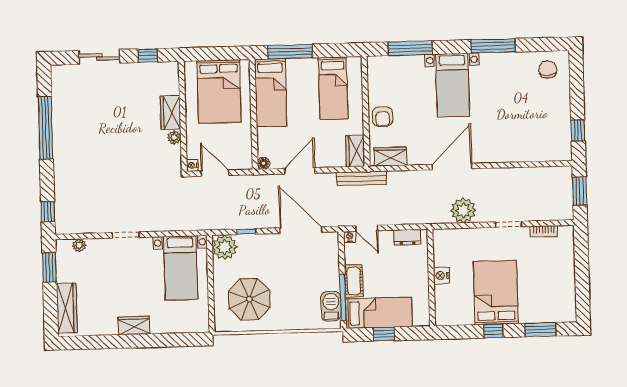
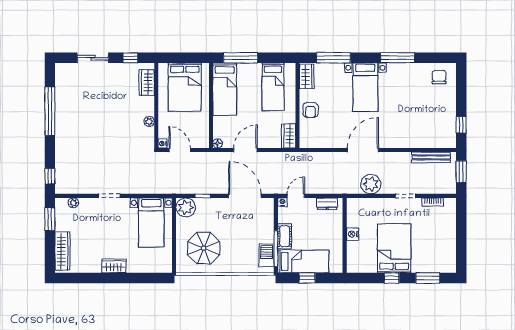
wardrobe: (170, 113) -> (147, 83), moved
wardrobe: (390, 156) -> (307, 76), moved, turned 90
bench: (361, 178) -> (431, 157), moved
door: (367, 228) -> (296, 196), swing flipped

